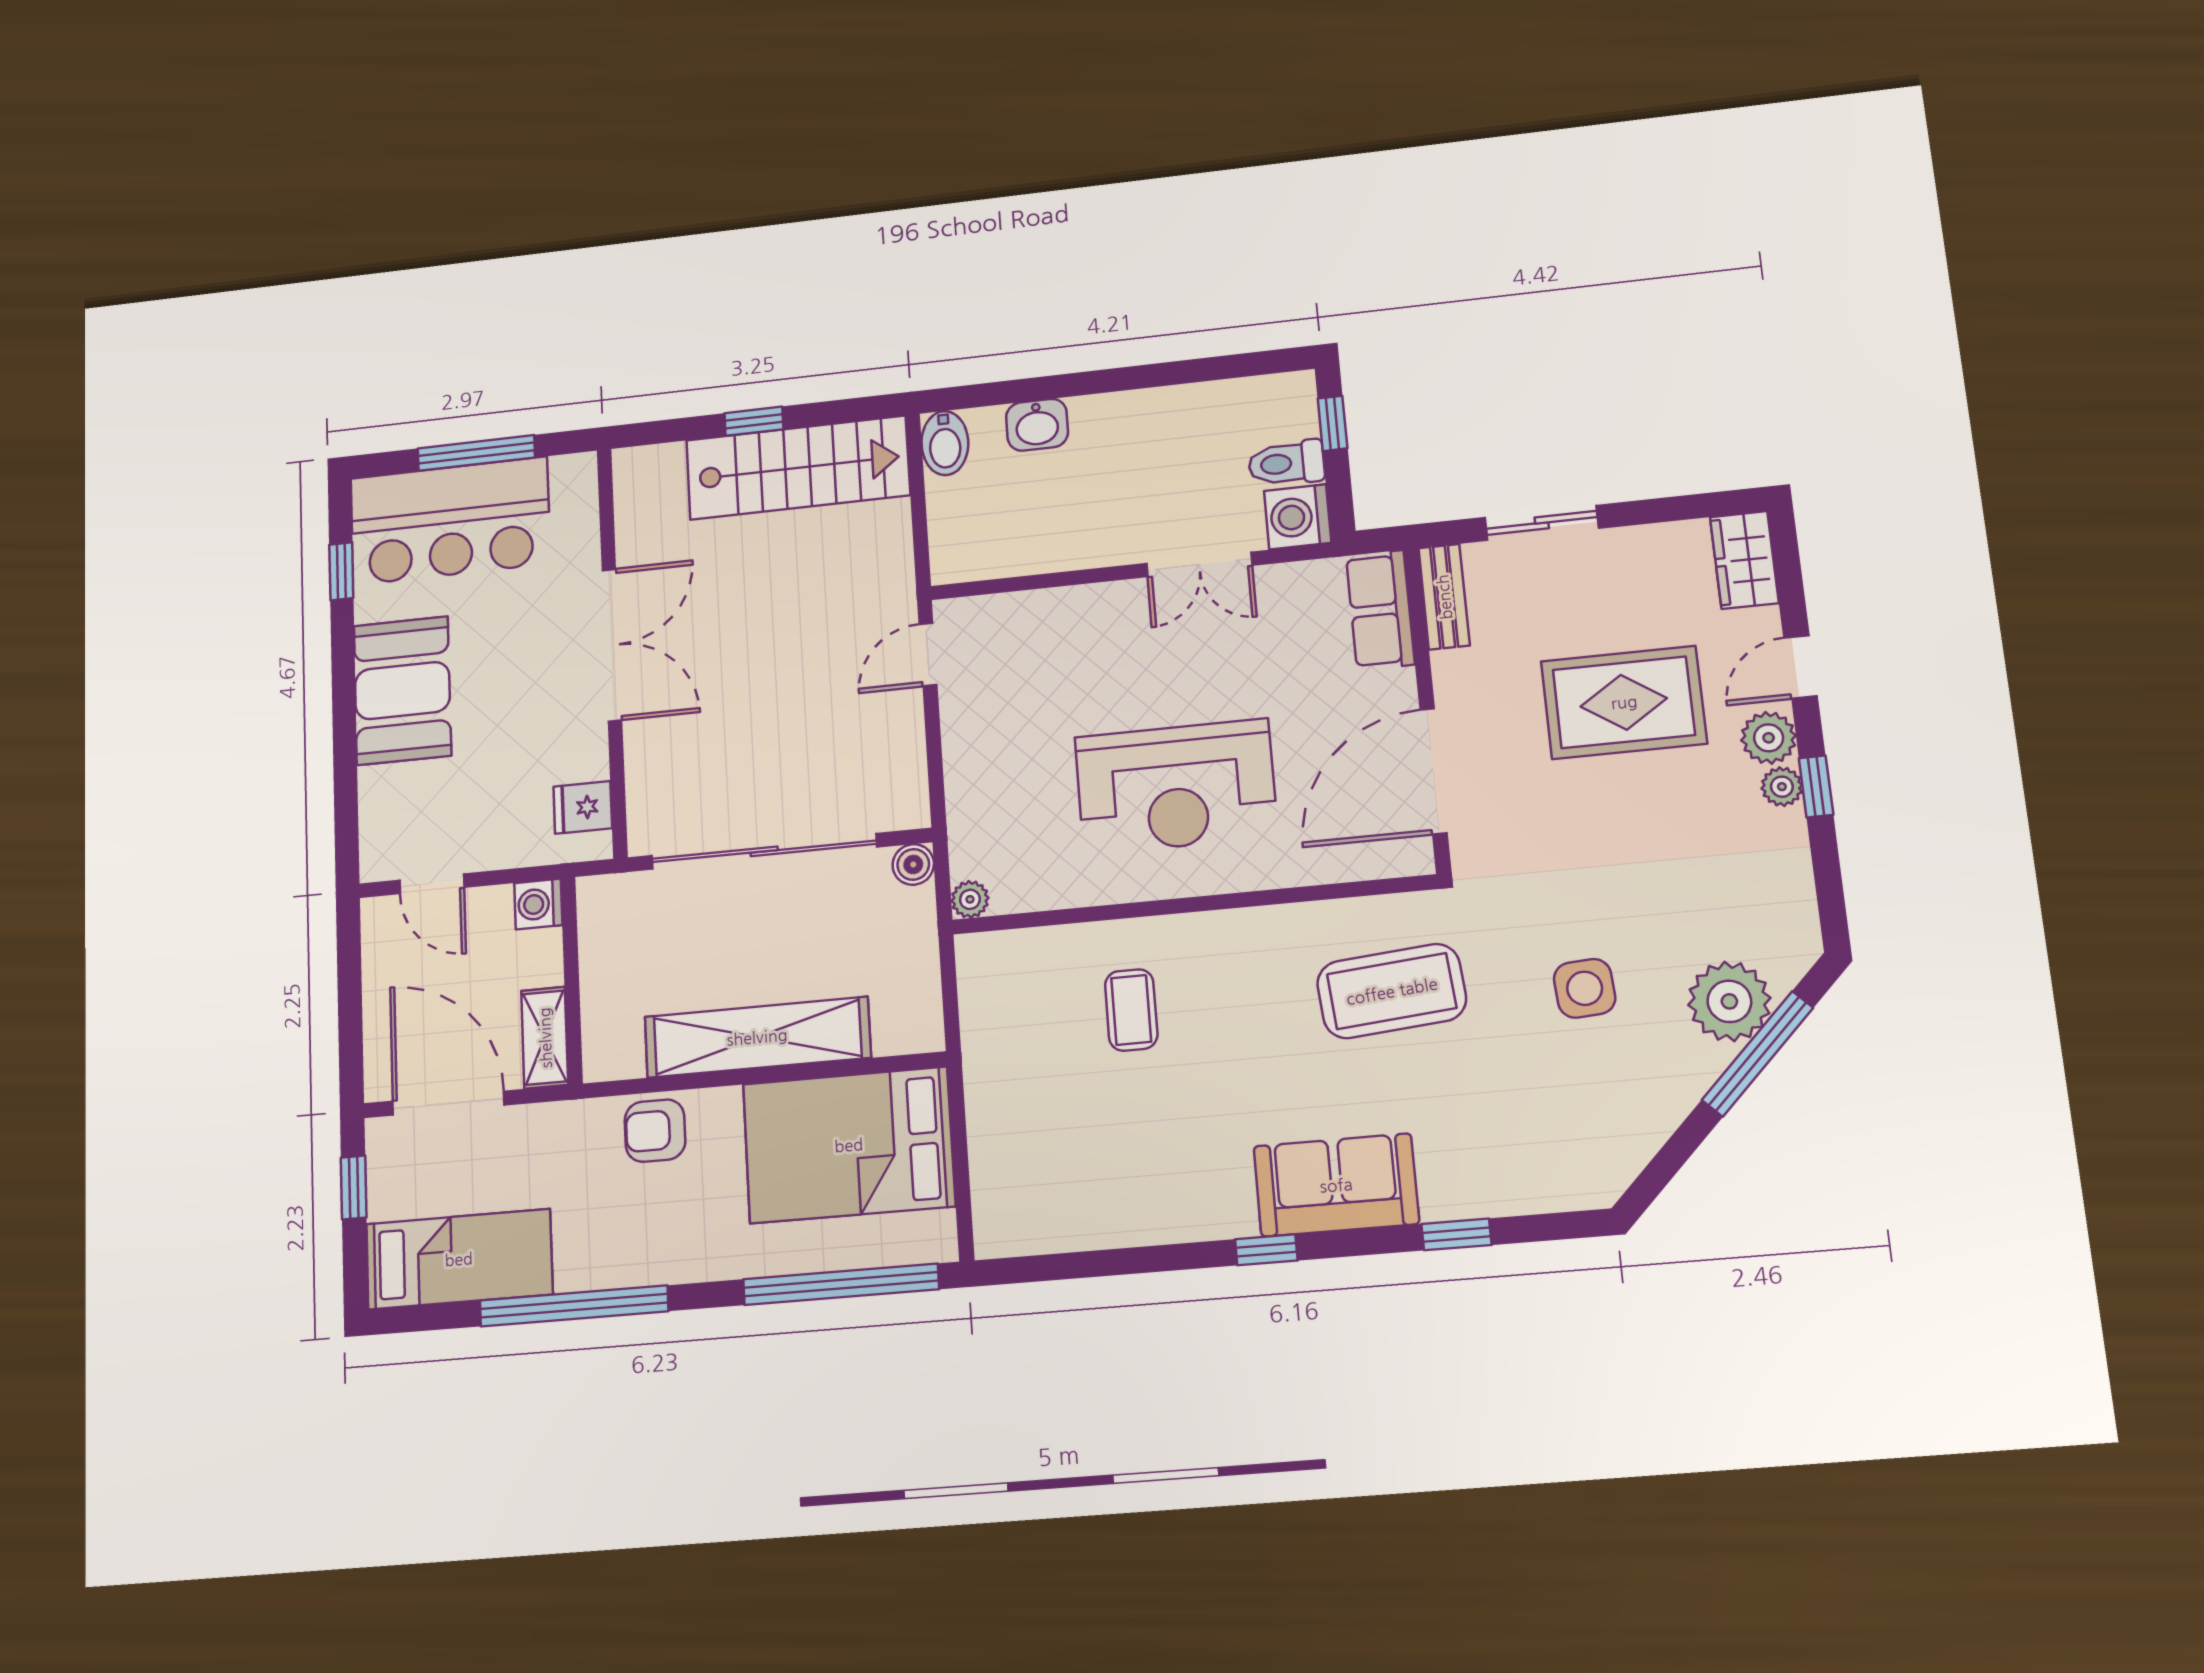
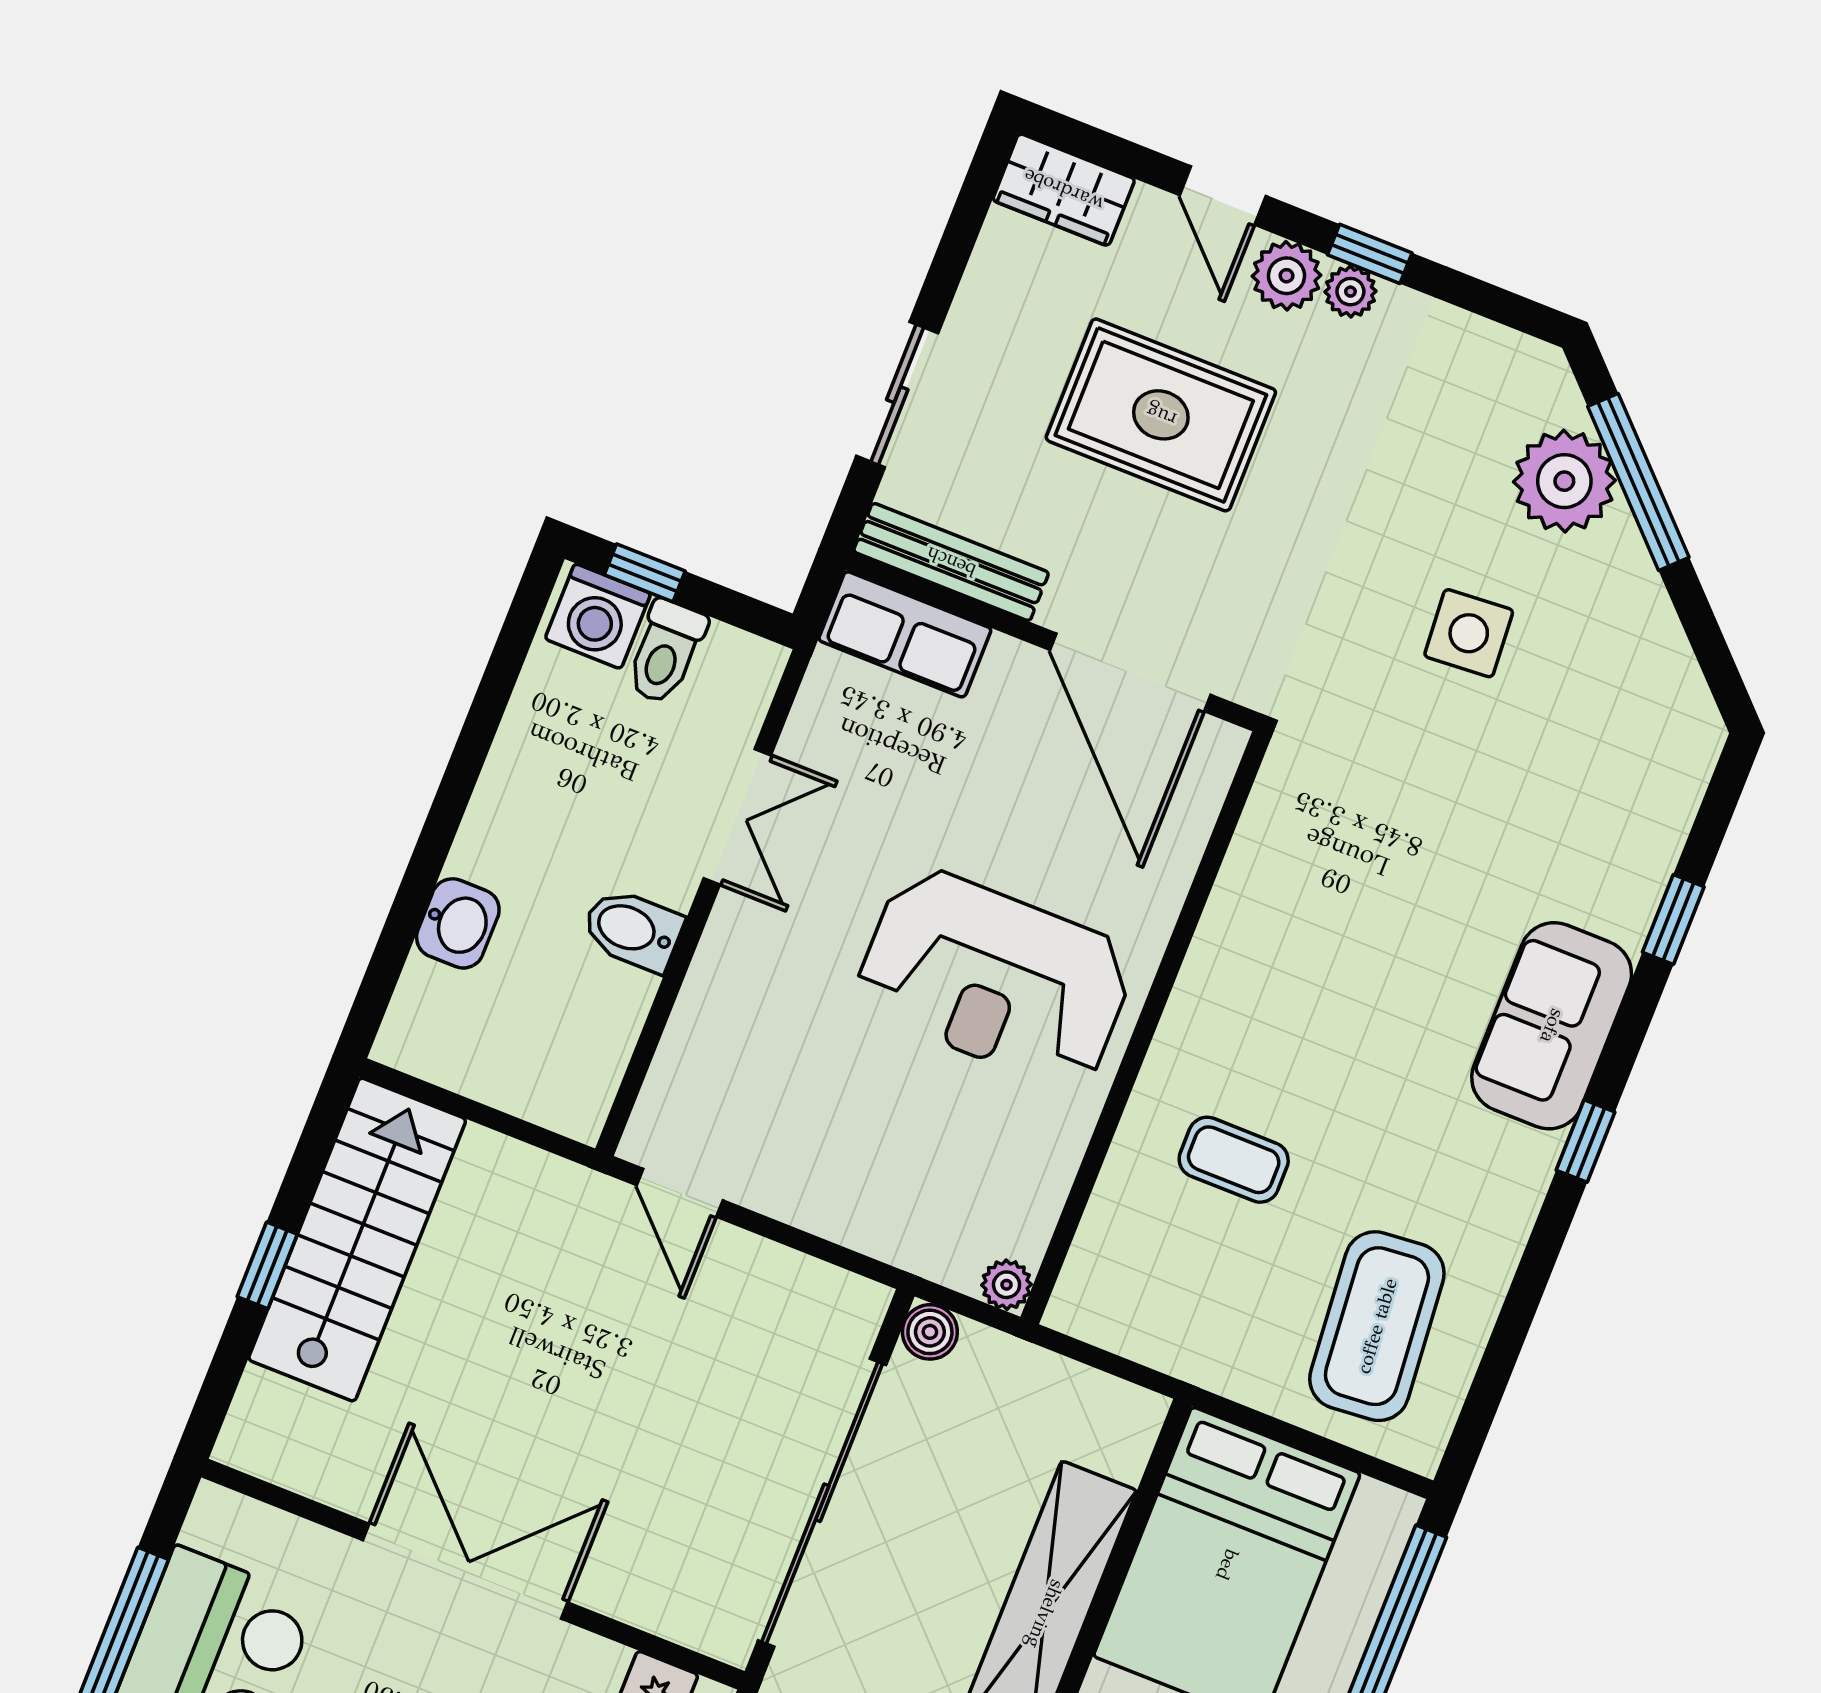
bidet: (945, 443) -> (632, 930), moved, turned 180
washing machine: (1298, 517) -> (598, 616), moved
bench: (1444, 597) -> (951, 562), width x1.36
rug: (1624, 702) -> (1161, 415), turned 90
reception desk: (1176, 787) -> (995, 978), turned 90
coffee table: (1392, 991) -> (1377, 1326), moved

